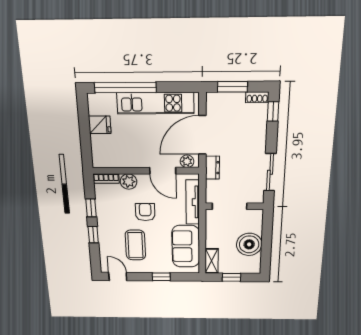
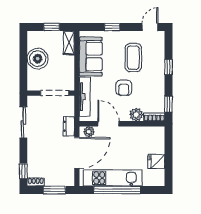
window: (125, 88) -> (117, 190), moved
window: (91, 208) -> (168, 104), moved
door: (118, 276) -> (150, 27), swing flipped

